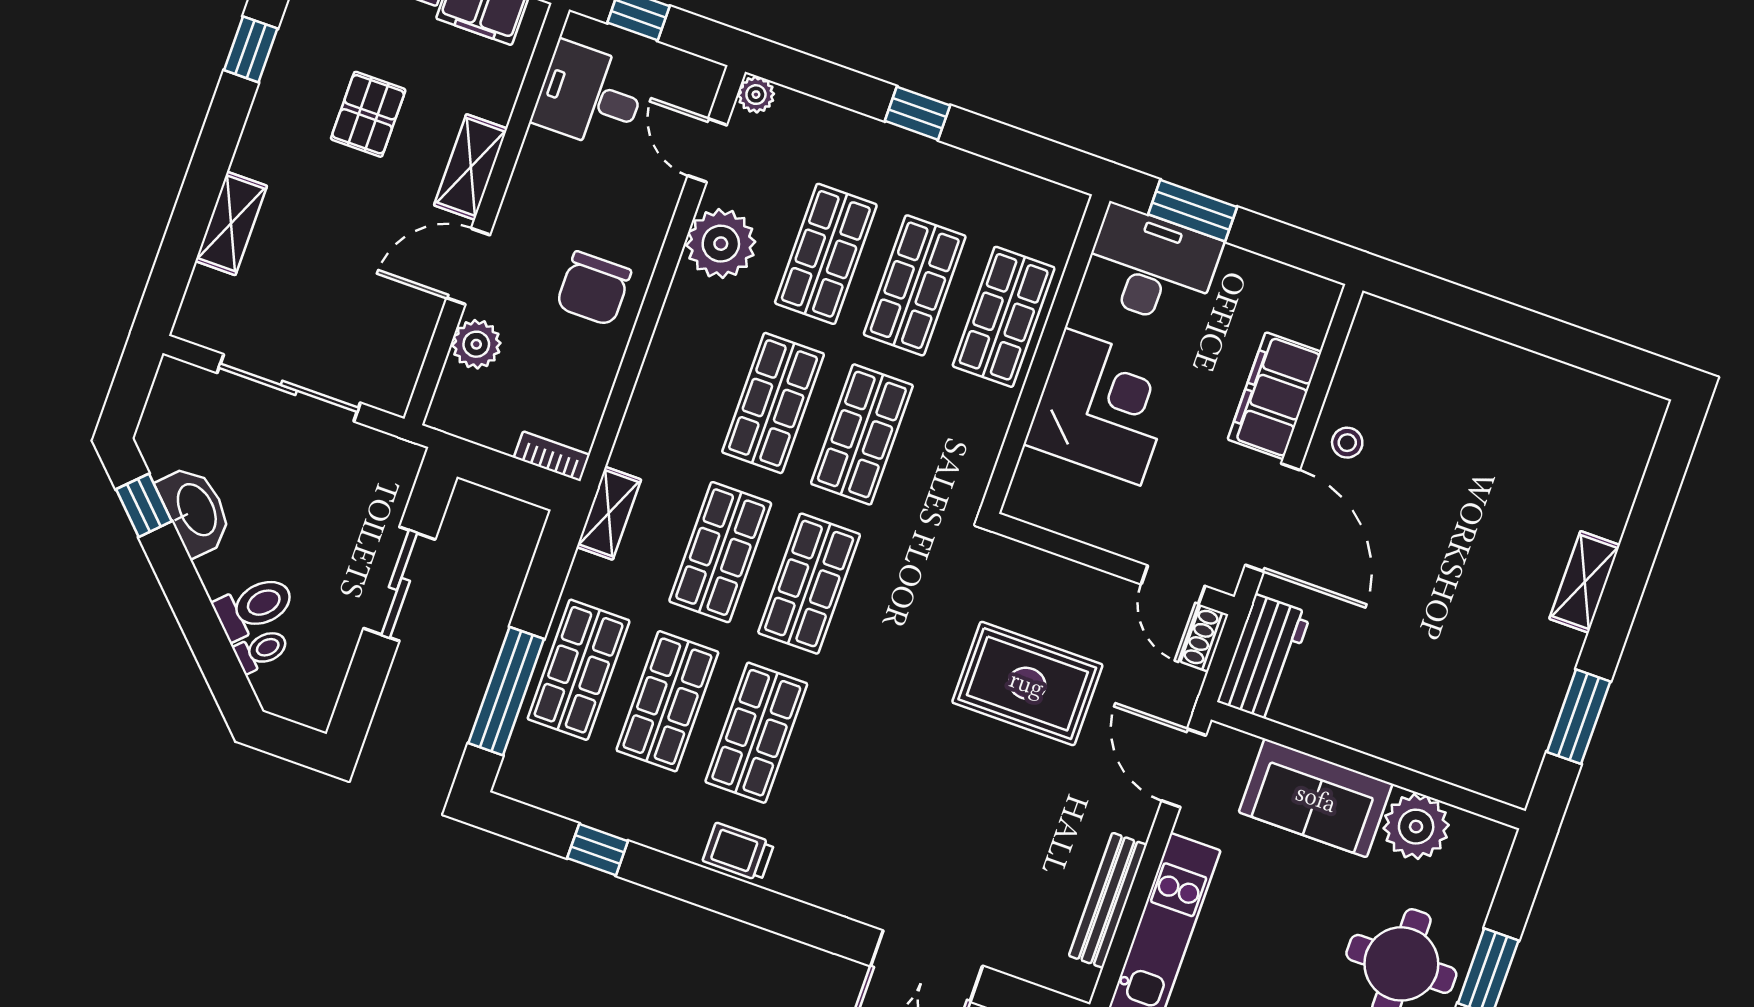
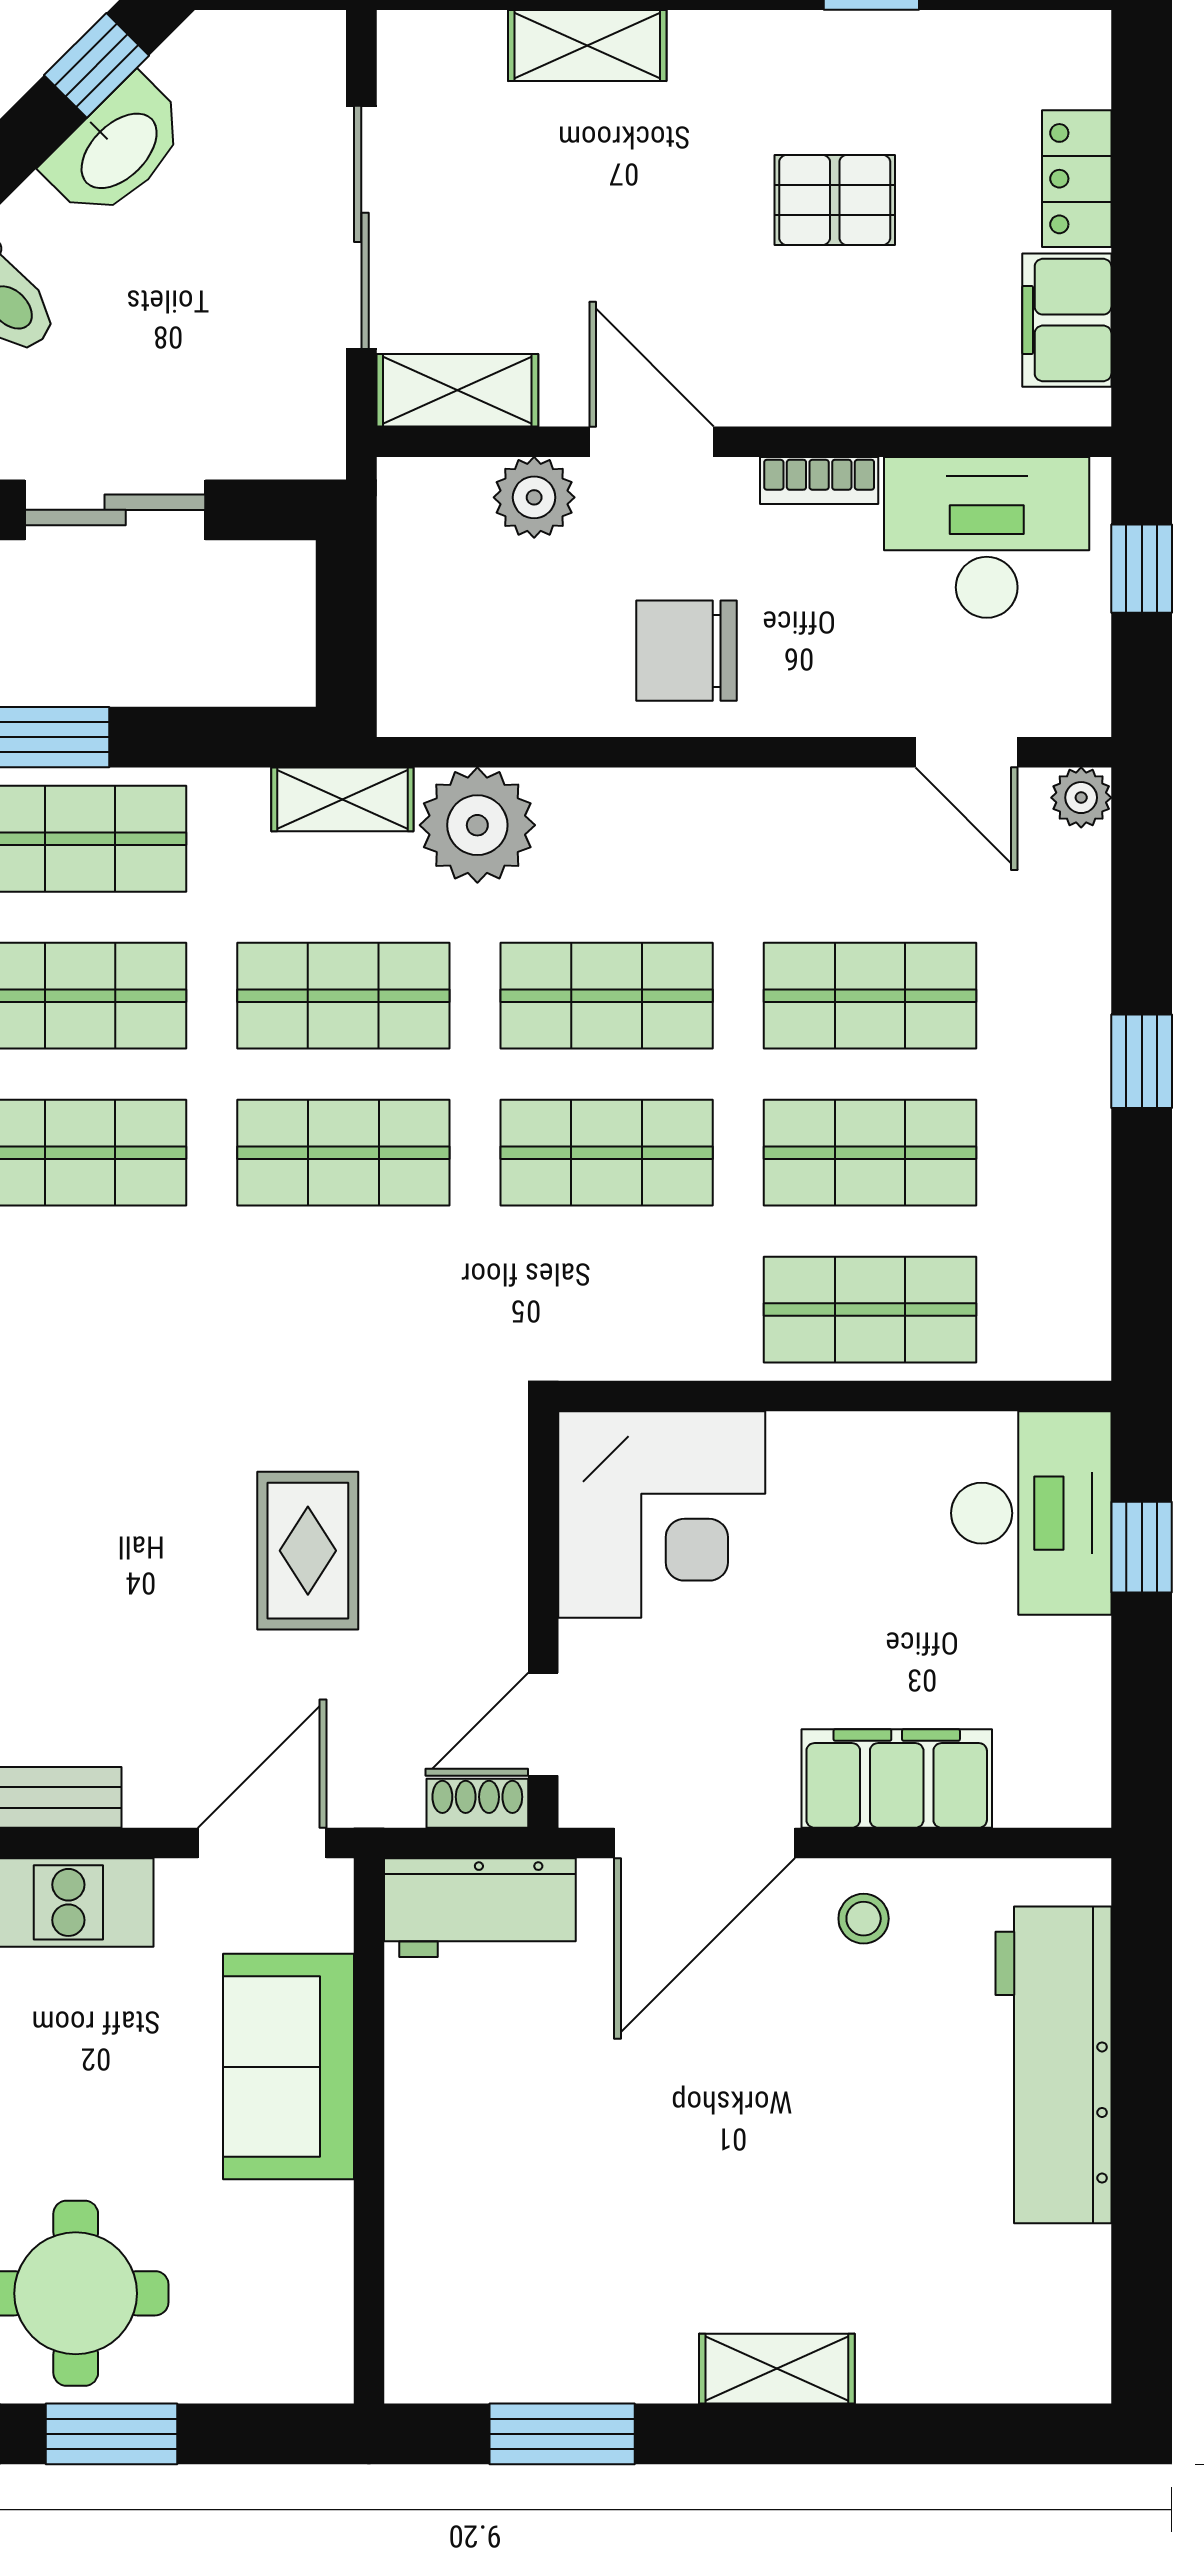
desk: (590, 96) -> (987, 537), width x1.37
door: (707, 150) -> (967, 752), swing flipped
shelving: (471, 167) -> (457, 390), moved
window: (1193, 211) -> (1142, 1547), width x0.67
plant: (721, 244) -> (477, 825), moved
workbench: (1468, 364) -> (1054, 2065), added
corner desk: (1102, 407) -> (662, 1515), moved
bookcase: (552, 456) -> (819, 480), moved, turned 90
rug: (1027, 684) -> (308, 1551), width x0.73, depth x0.70
plant: (1416, 827) -> (299, 2240), removed

